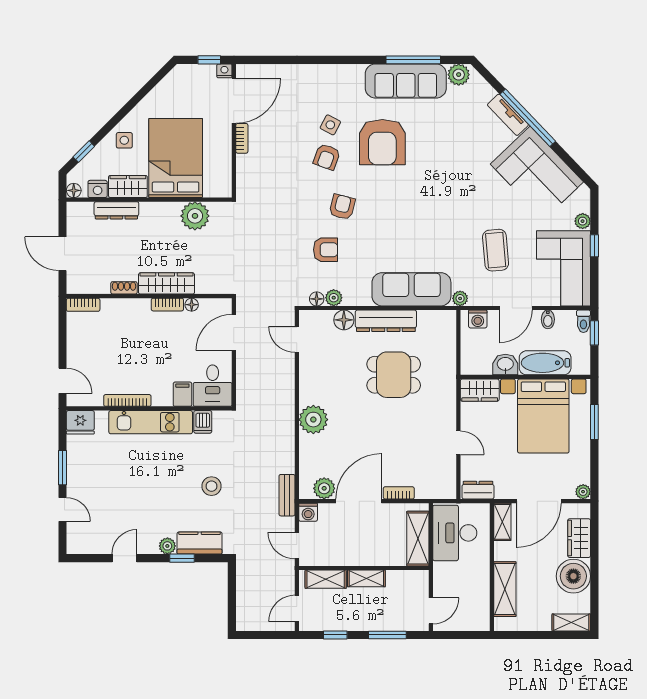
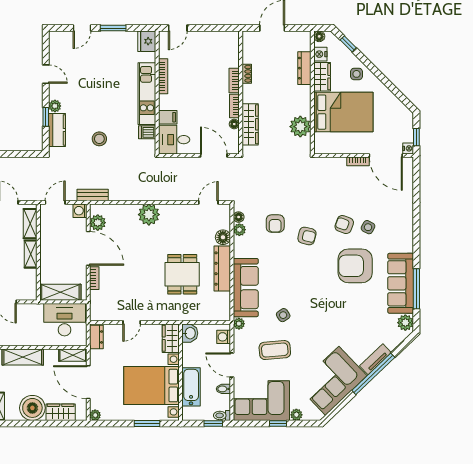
side table: (449, 239) -> (283, 315), added
wardrobe: (166, 283) -> (250, 124), moved
bookcase: (83, 305) -> (234, 80), moved
washbasin: (505, 364) -> (190, 333), moved

